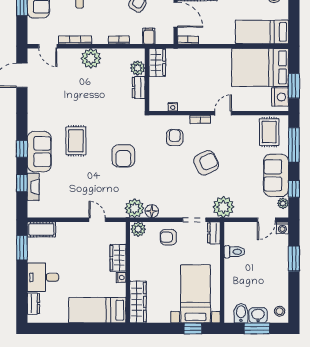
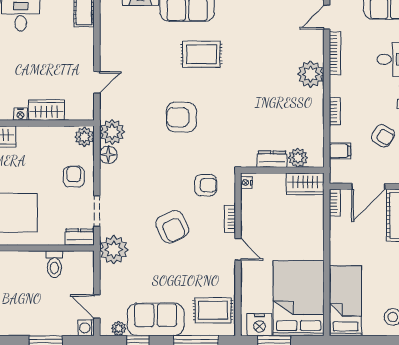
wardrobe: (157, 62) -> (305, 184), moved
plant: (138, 68) -> (298, 158), moved
wall: (147, 80) -> (282, 170), moved
dresser: (139, 87) -> (272, 159), moved

